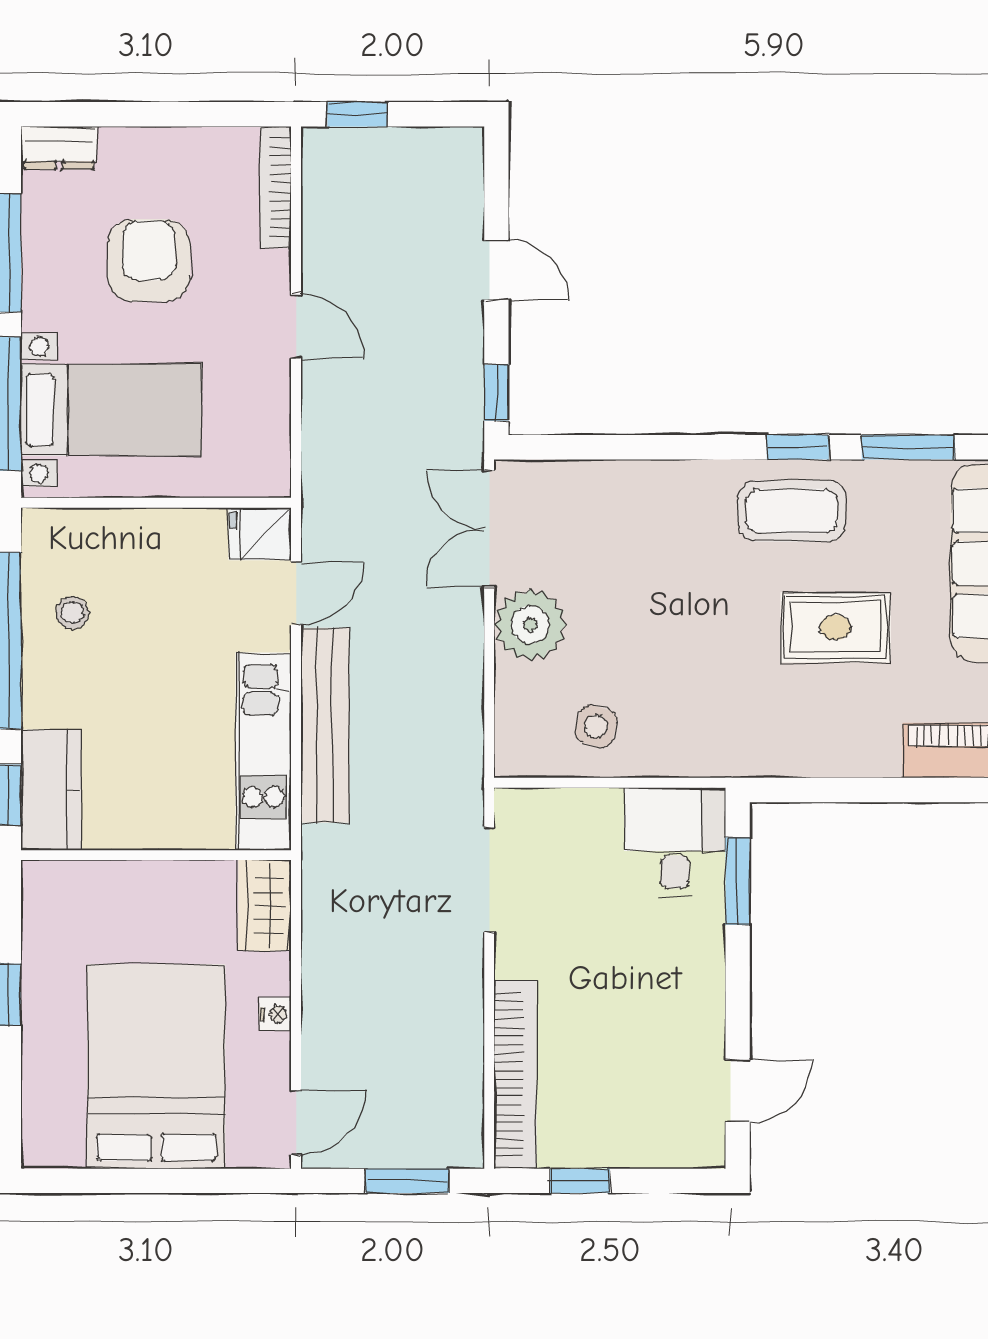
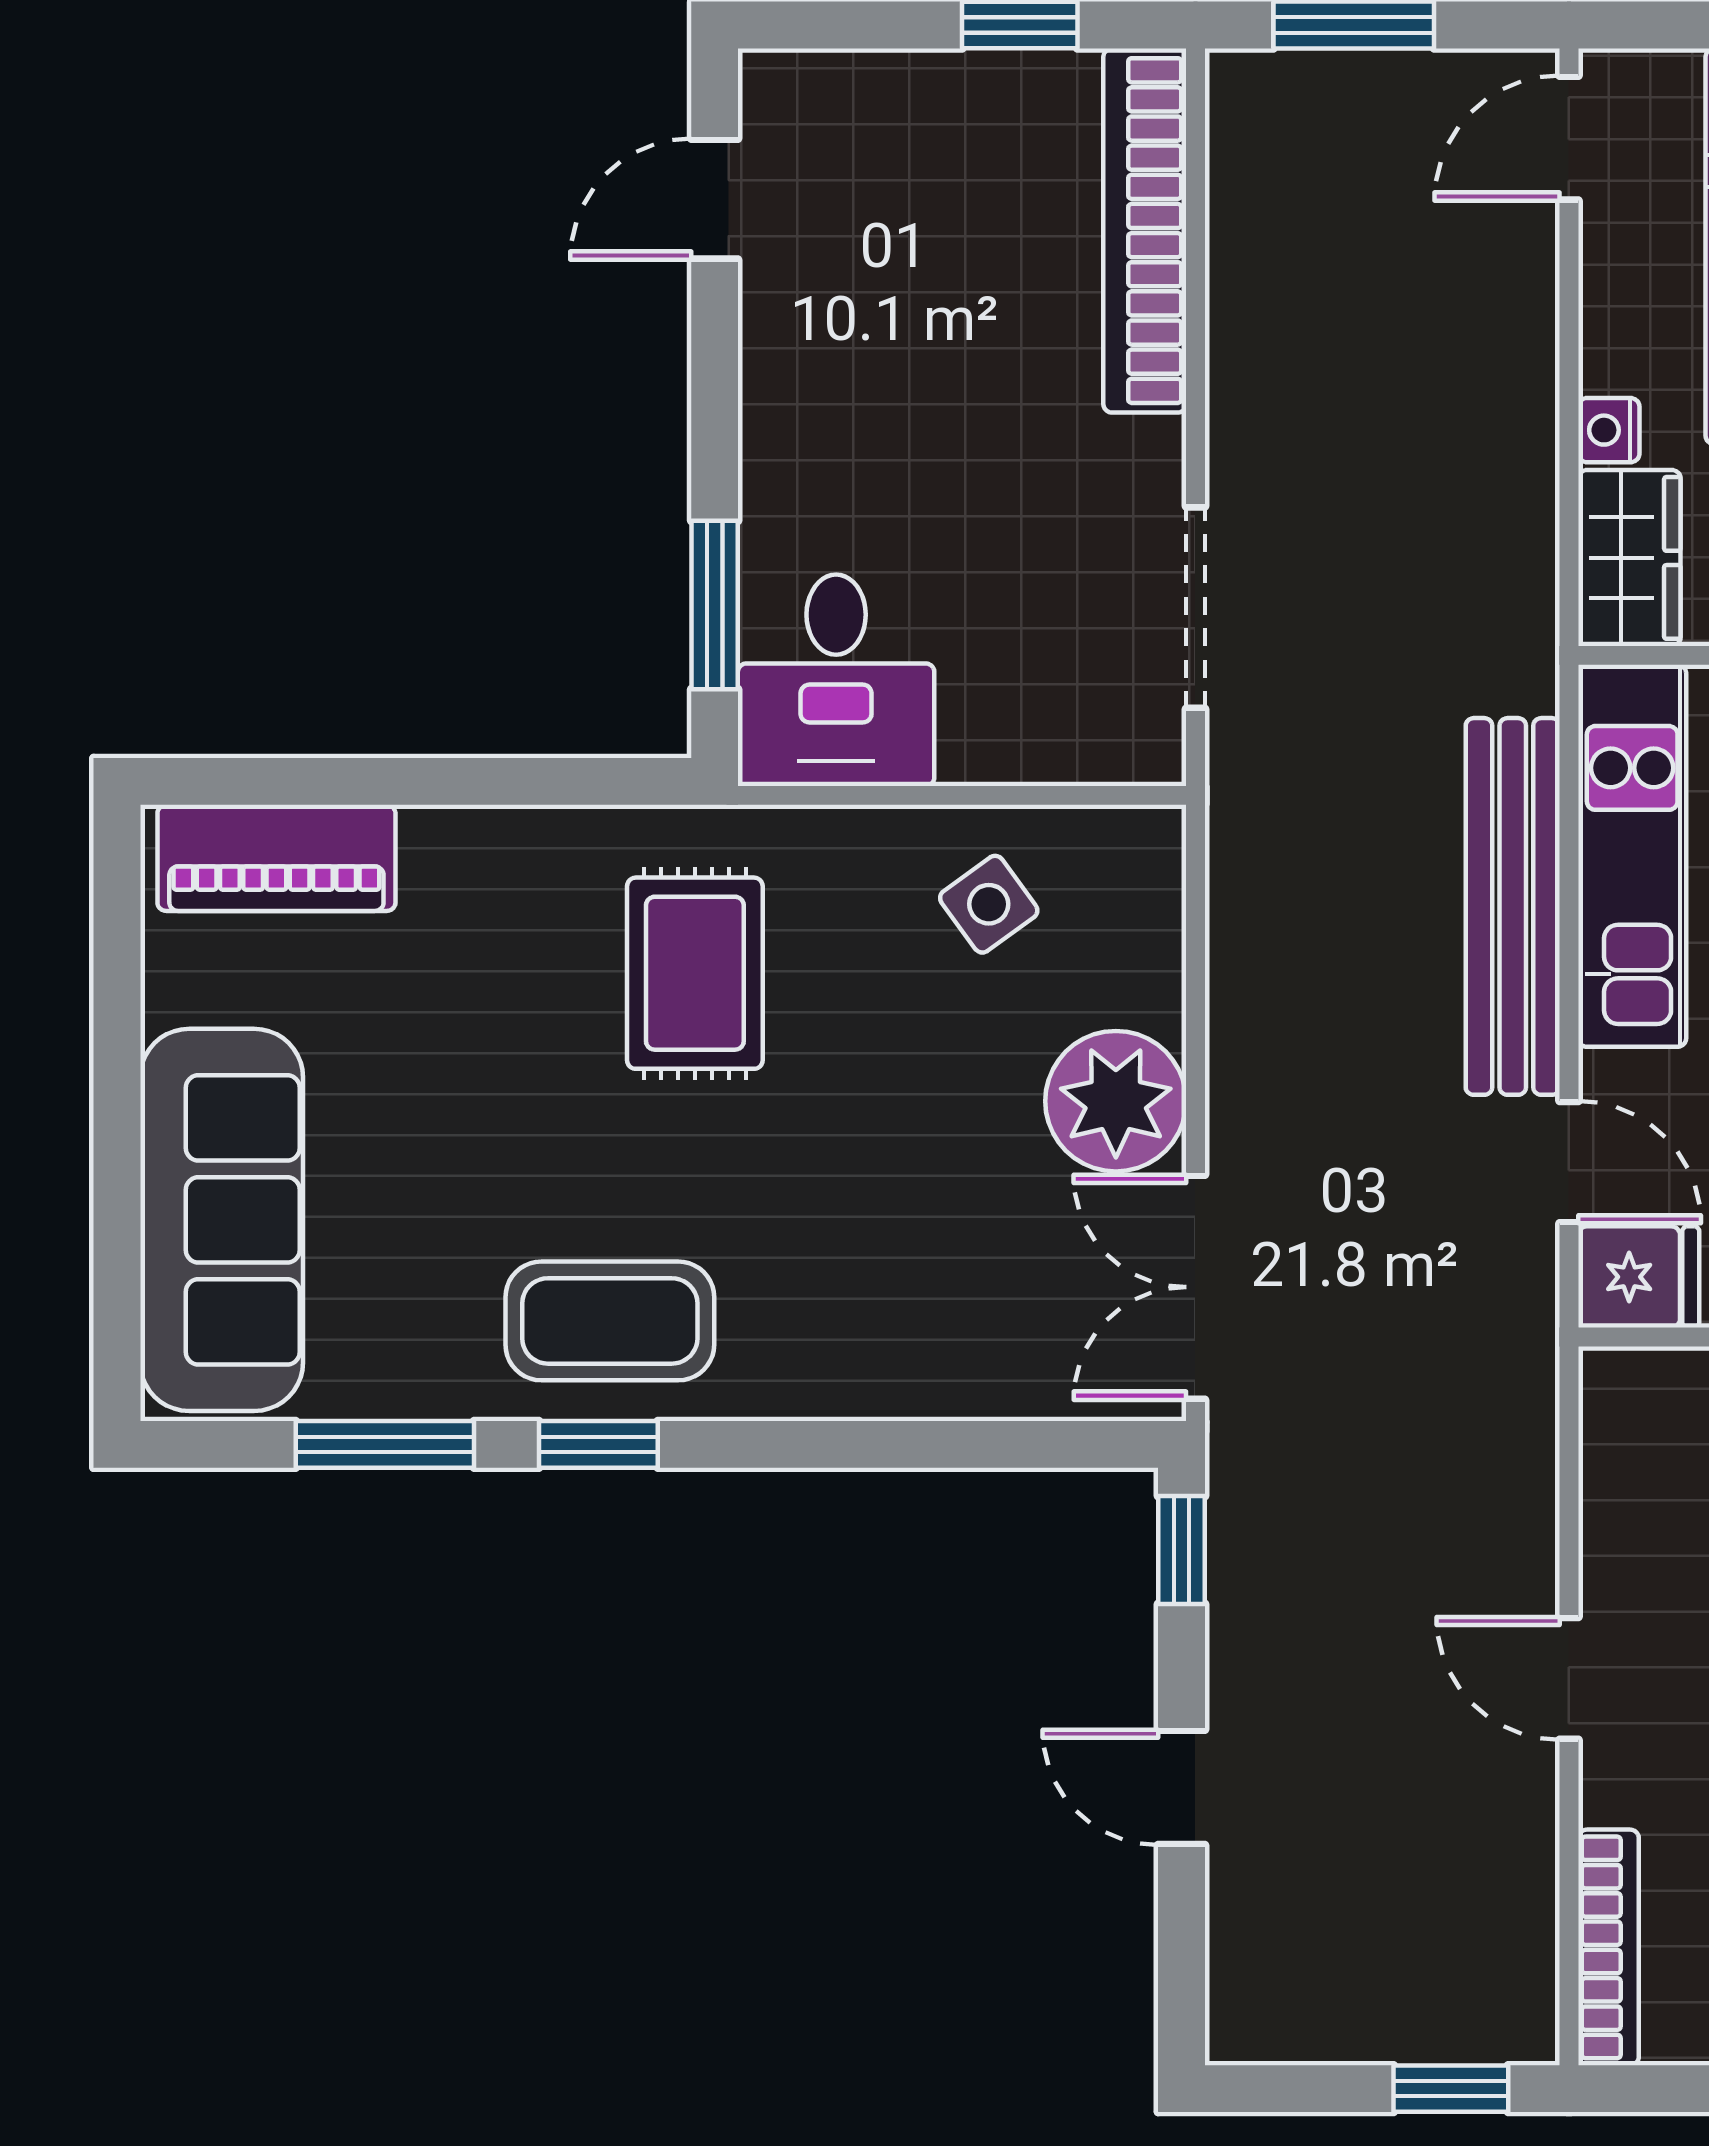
double door: (489, 528) -> (1195, 1287), swing flipped
door: (296, 593) -> (1569, 1162), swing flipped
rug: (836, 627) -> (695, 973), moved, turned 90
side table: (596, 726) -> (989, 904), turned 38
nightstand: (275, 1014) -> (1609, 430), moved

